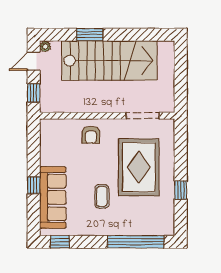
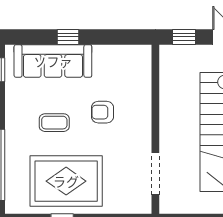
armchair: (91, 135) -> (102, 112), moved
rug: (139, 167) -> (66, 181), moved

